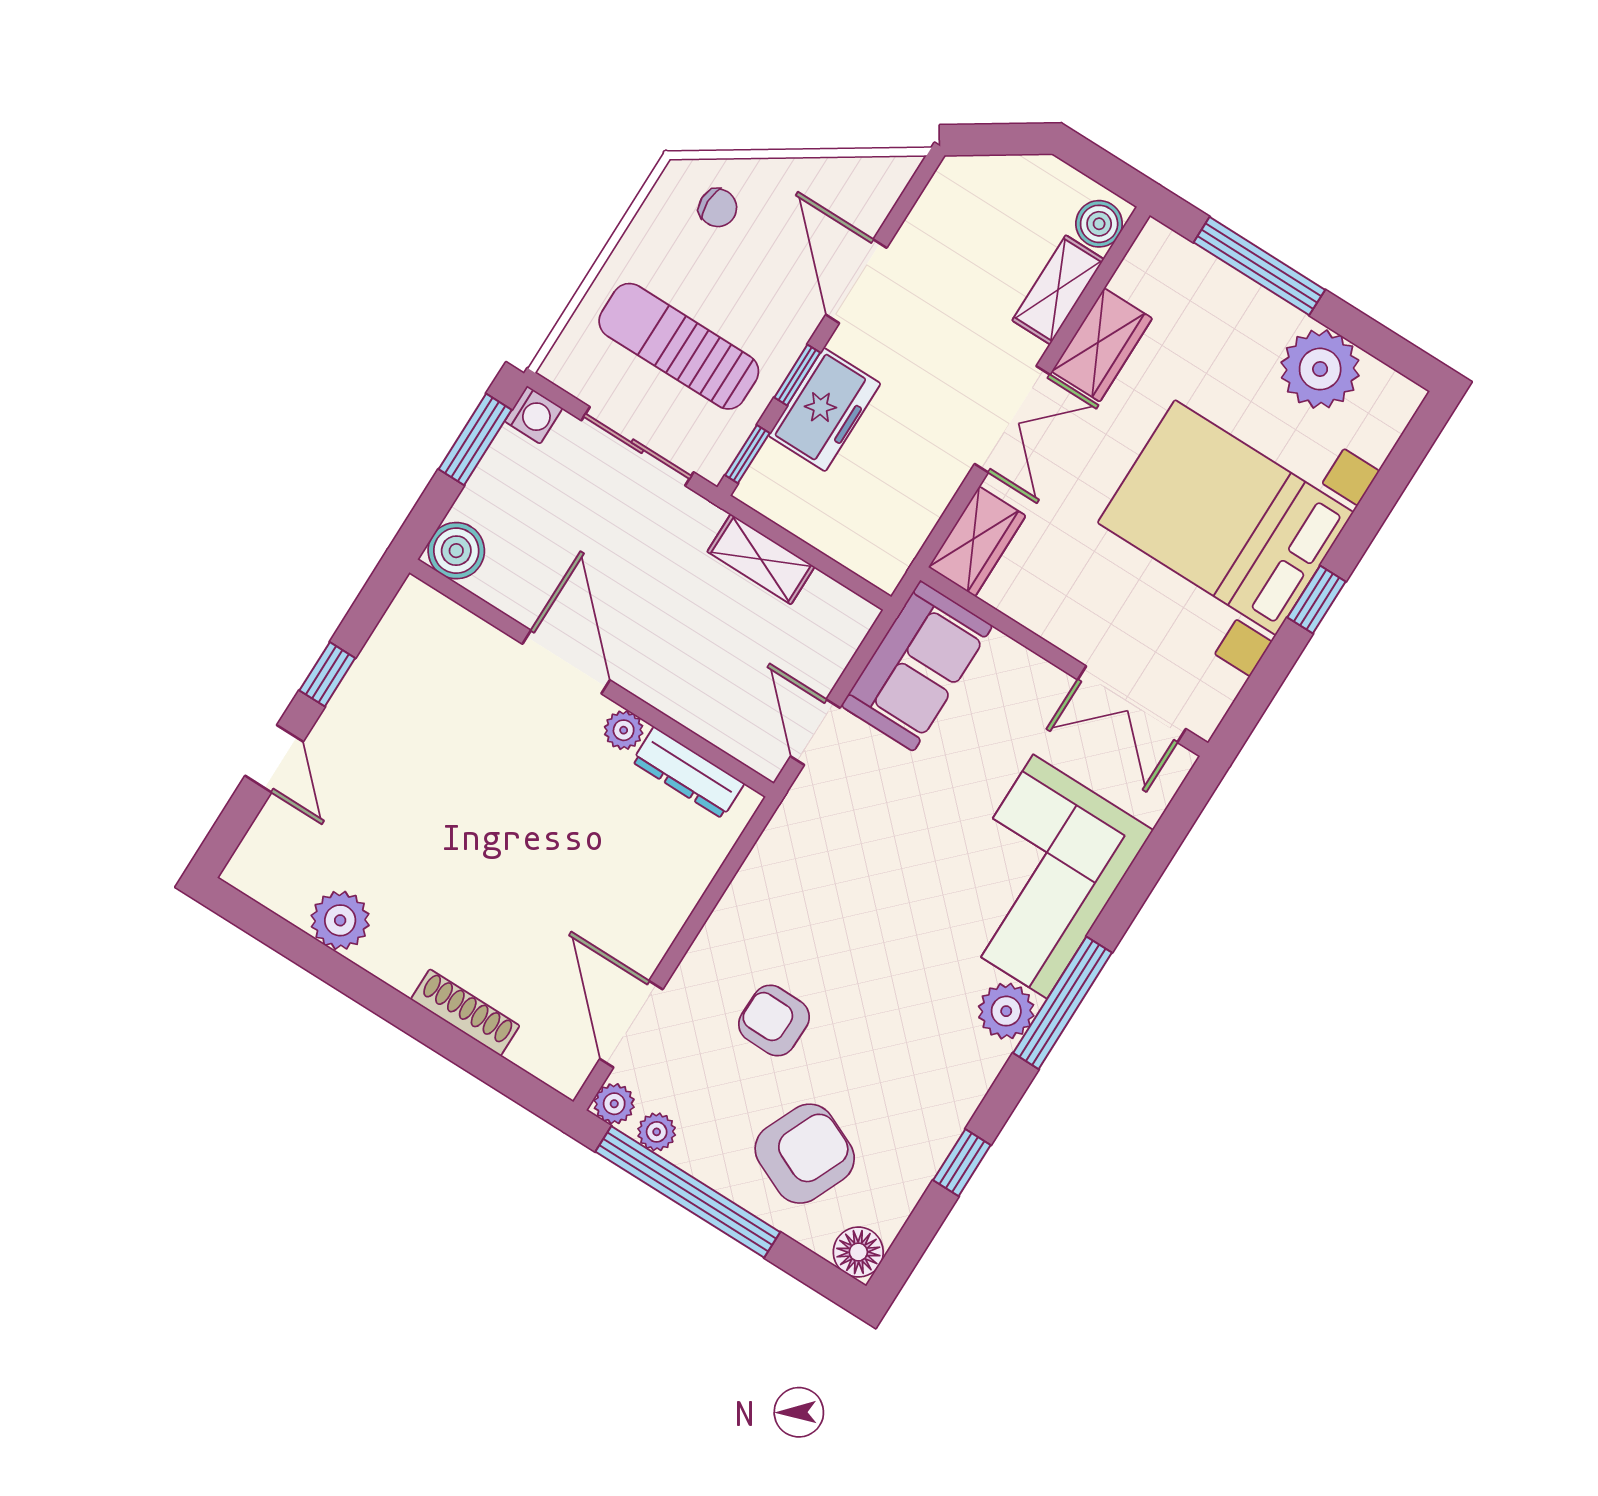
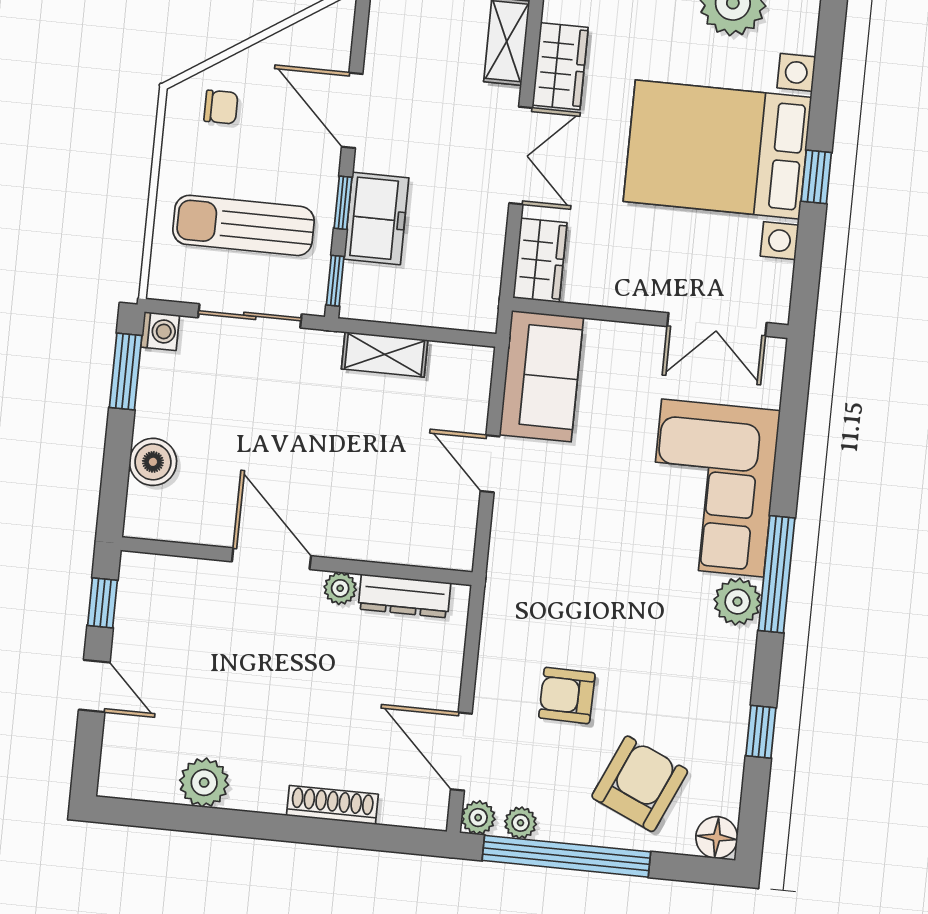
door: (566, 662) -> (271, 559), moved
wall: (592, 678) -> (297, 561), moved
plant: (624, 730) -> (340, 588), moved
dresser: (688, 773) -> (404, 596), moved

